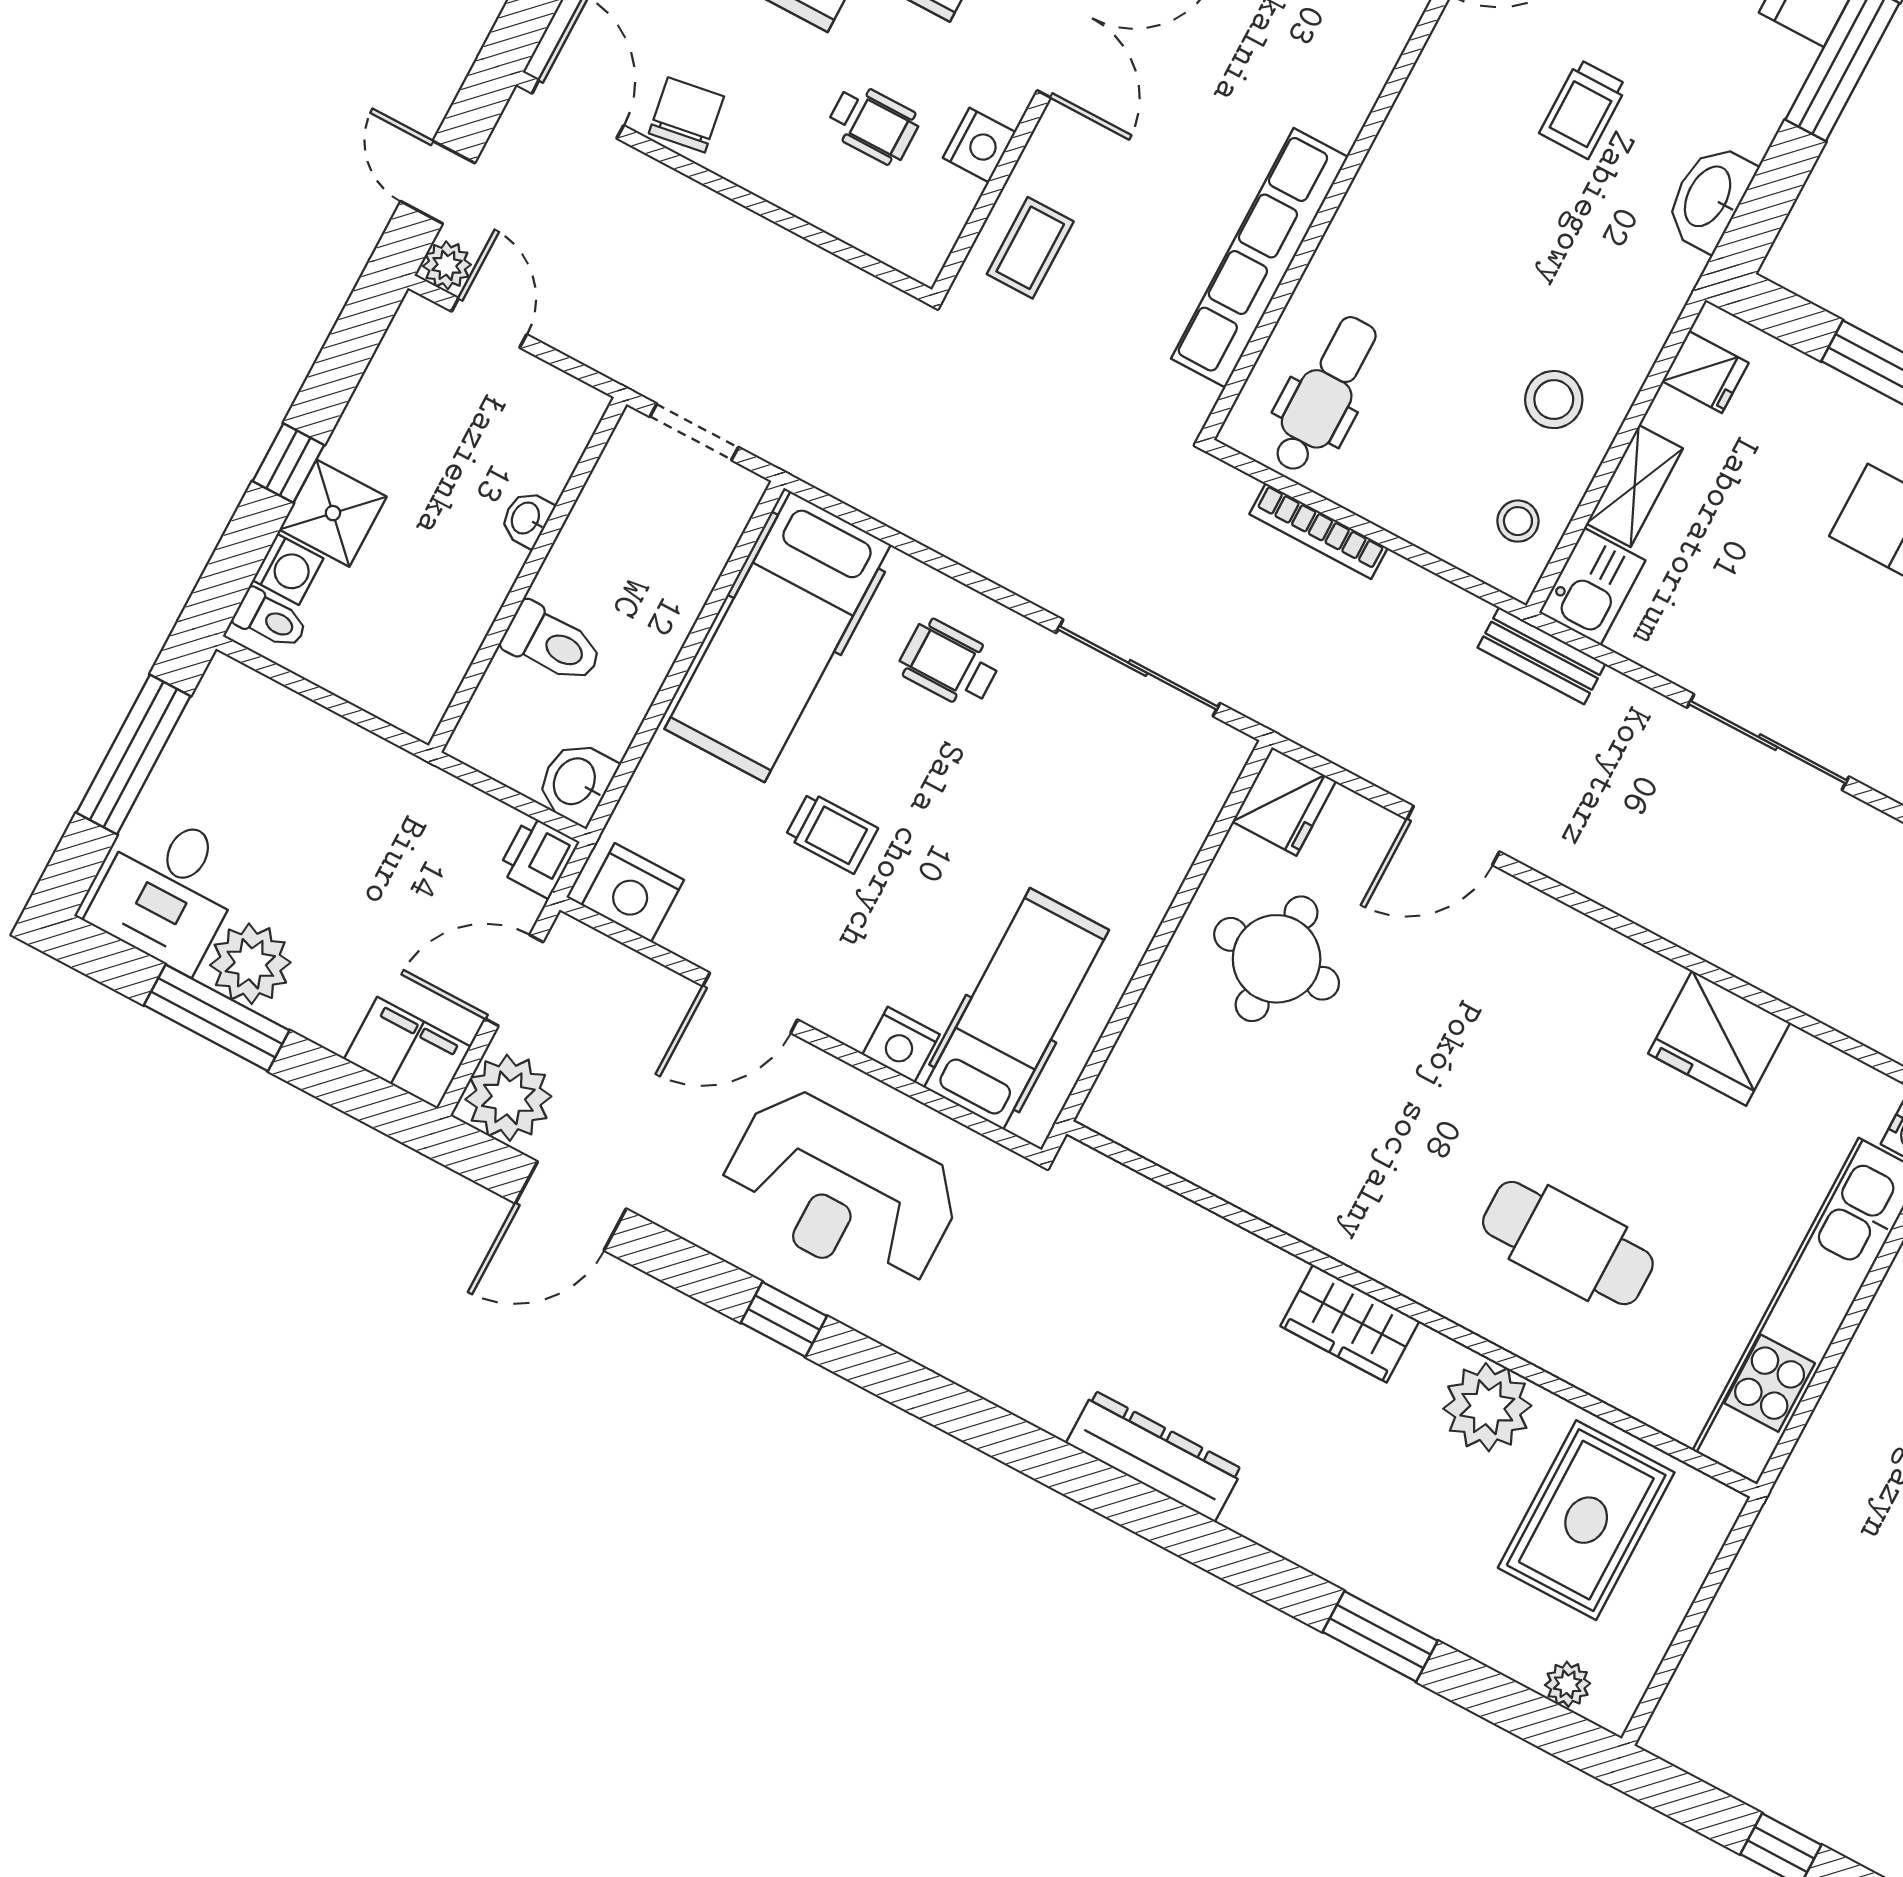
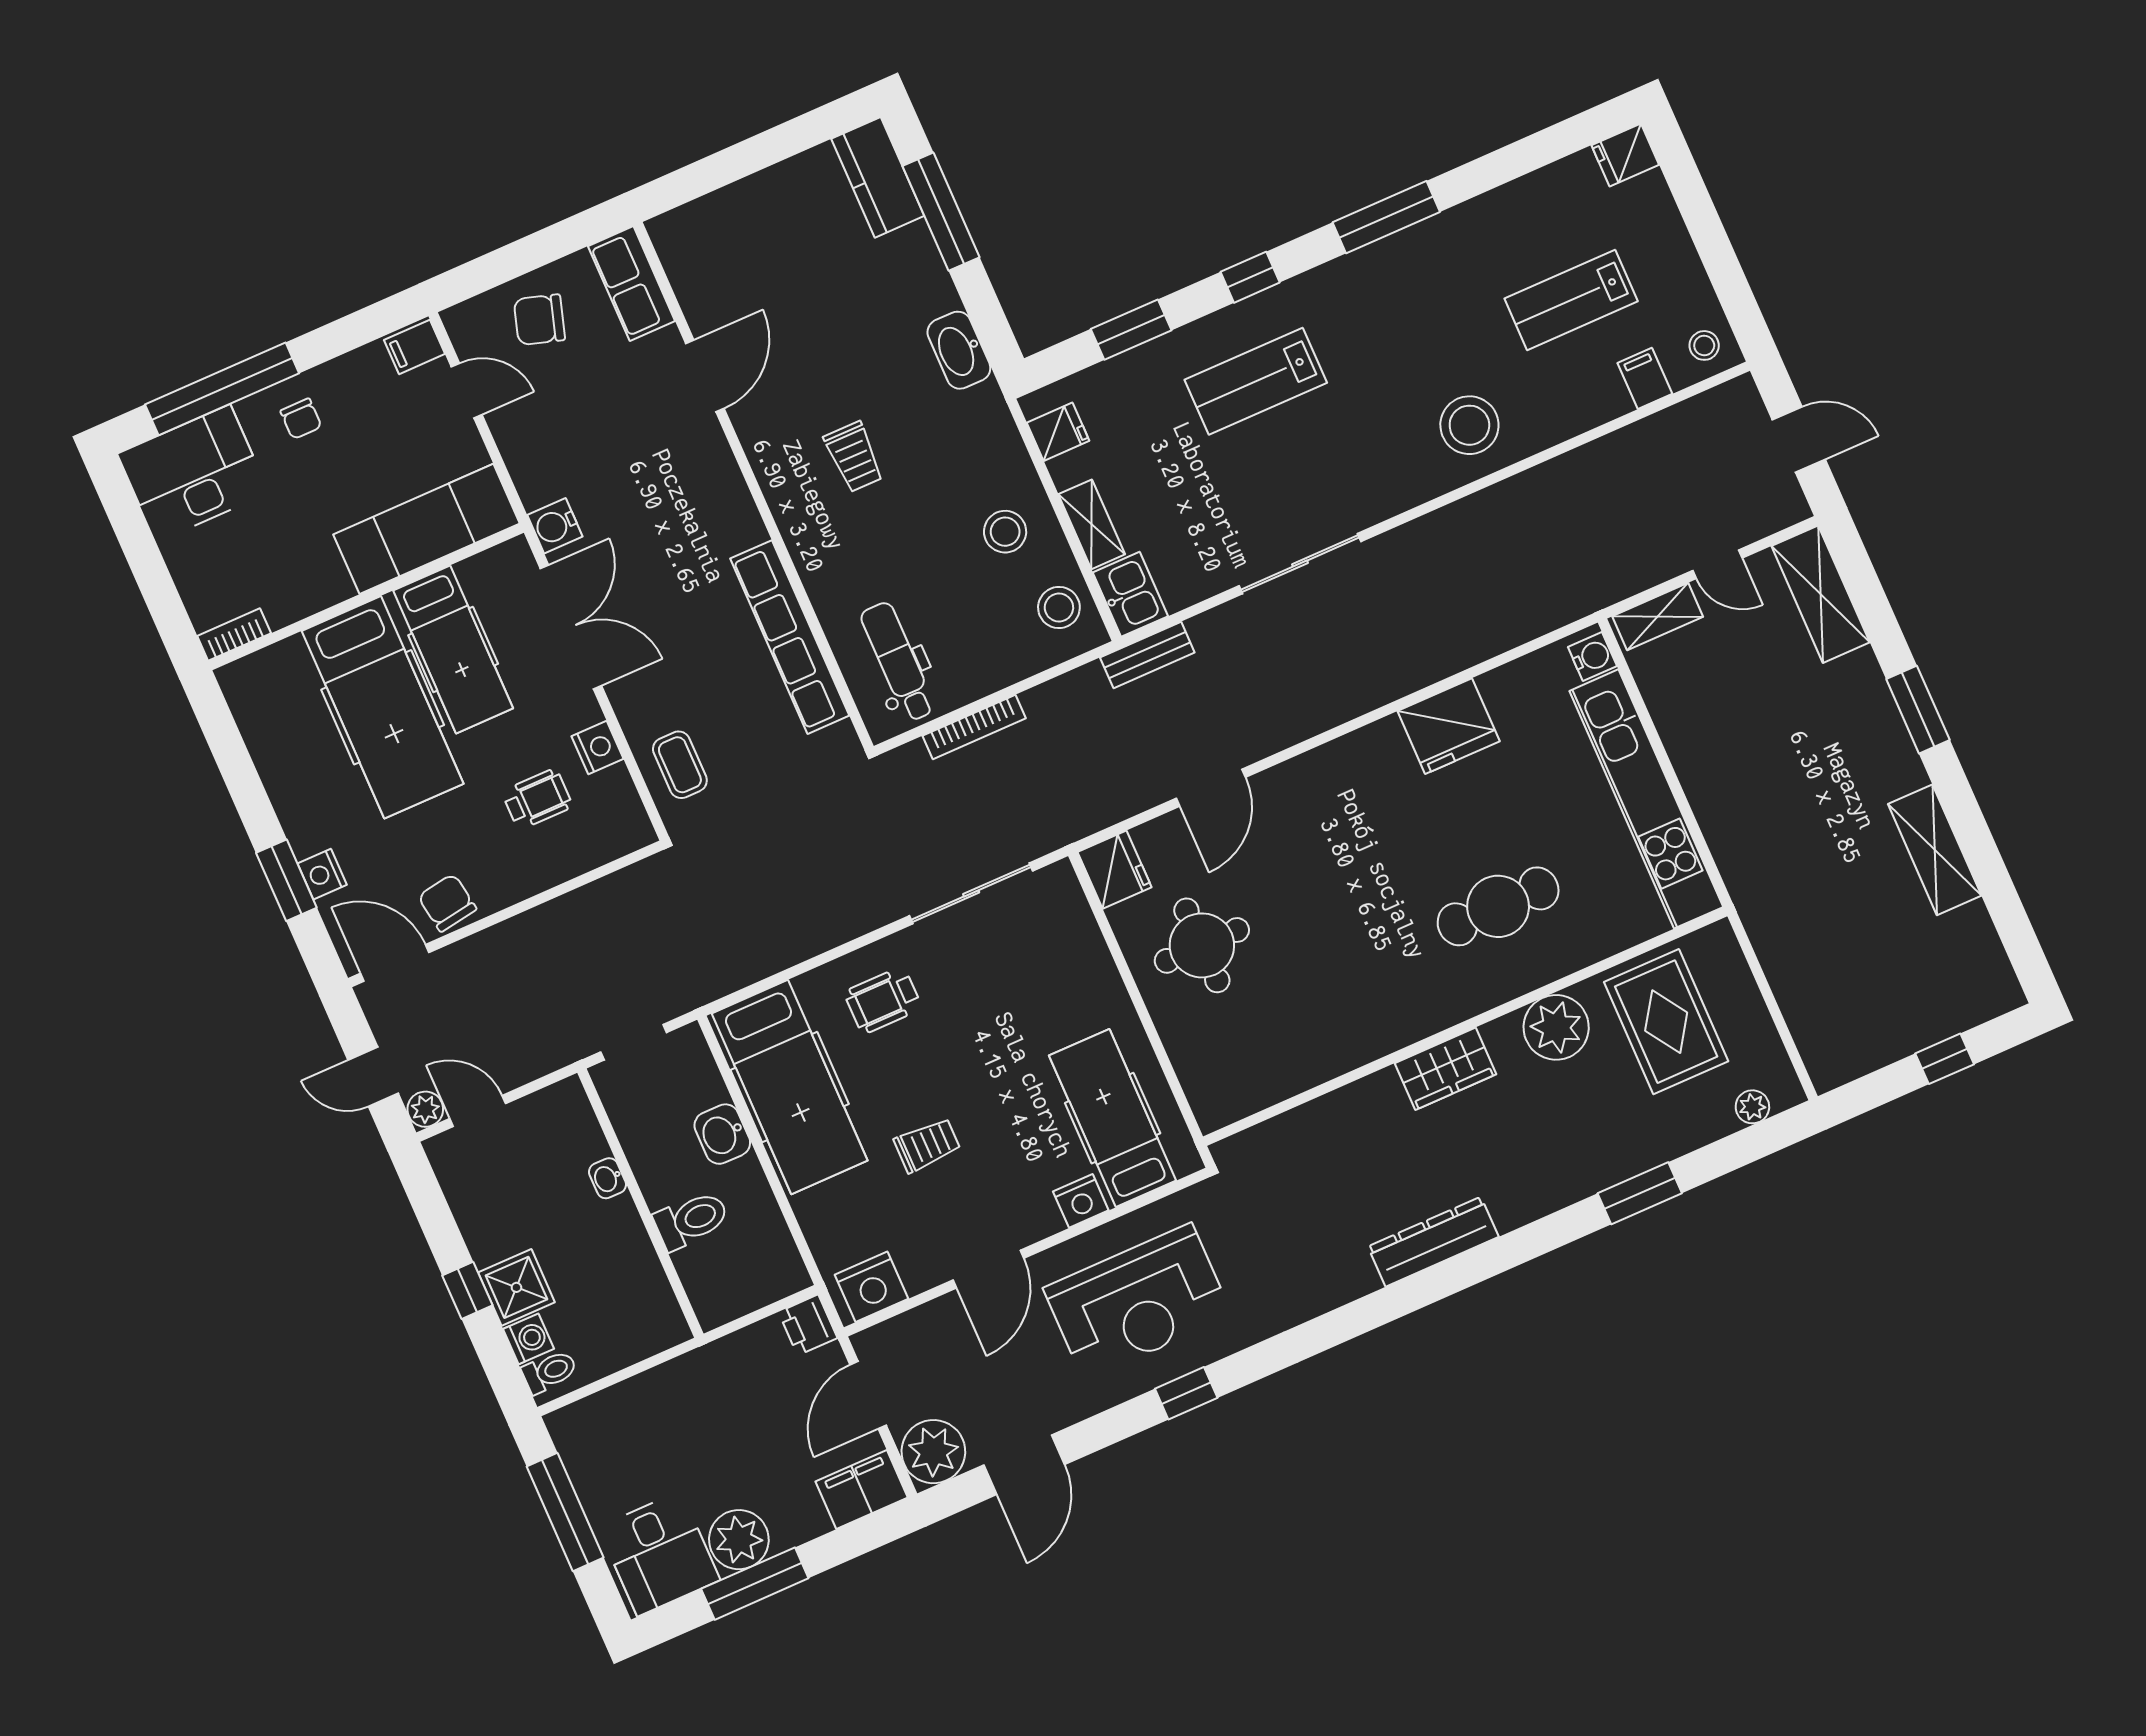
trolley: (1583, 109) -> (854, 457), moved
stool: (1518, 521) -> (1059, 607), width x1.37, depth x1.37
washbasin: (576, 782) -> (722, 1134), moved

